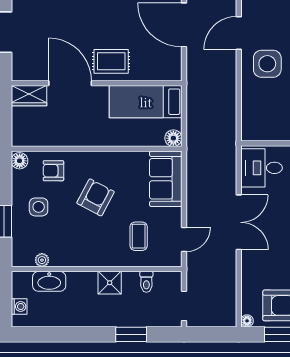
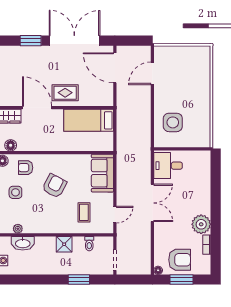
side table: (267, 64) -> (173, 122), moved
floor lamp: (173, 138) -> (11, 145), moved

